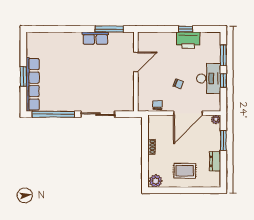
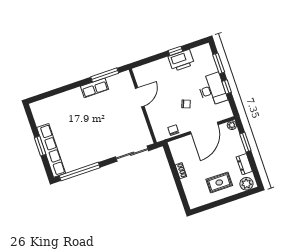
sliding door: (98, 114) -> (132, 154), moved
plant: (156, 181) -> (246, 184), moved

